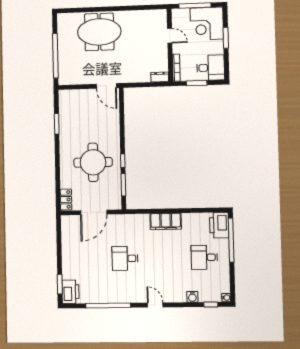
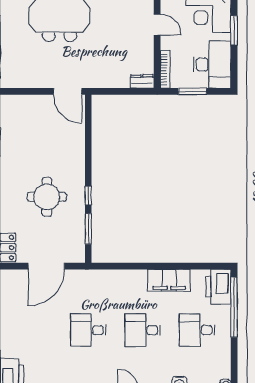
desk: (211, 68) -> (212, 65), width x1.37
round table: (93, 162) -> (47, 197), width x0.73, depth x0.73
filing cabinet: (166, 221) -> (169, 280), moved
desk: (164, 258) -> (143, 330), added

